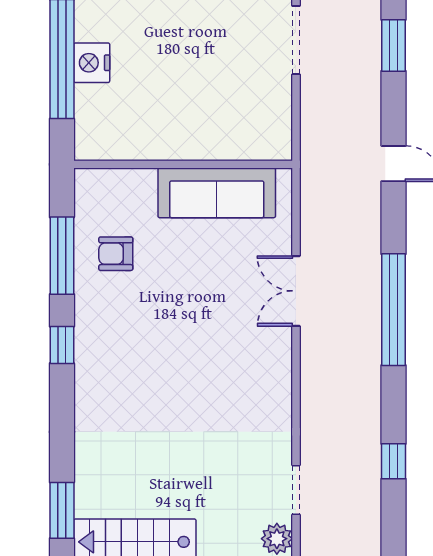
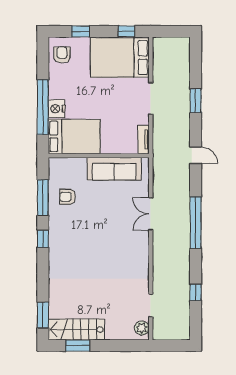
bed: (130, 123) -> (74, 137), added
tv unit: (281, 130) -> (144, 140), added

